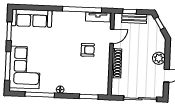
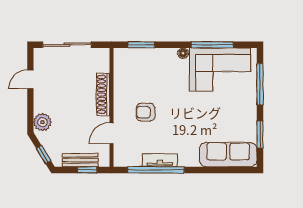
tv unit: (98, 17) -> (160, 160), moved
plant: (159, 58) -> (42, 122), moved
corner sofa: (25, 67) -> (220, 69), moved, turned -90

